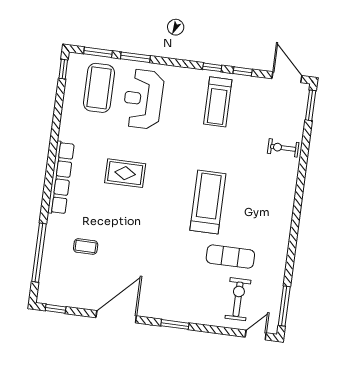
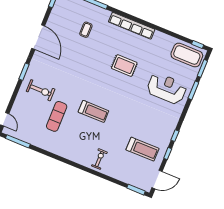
coffee table: (99, 88) -> (187, 55), moved
treadmill: (218, 102) -> (143, 149), moved, turned 180
exercise bike: (283, 148) -> (99, 159), moved
rug: (125, 173) -> (124, 66), turned 90
treadmill: (208, 202) -> (93, 111), width x0.73, depth x0.73
exercise bike: (238, 299) -> (41, 90), moved

